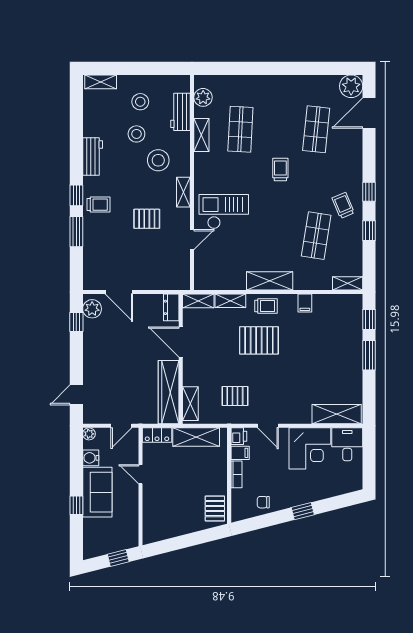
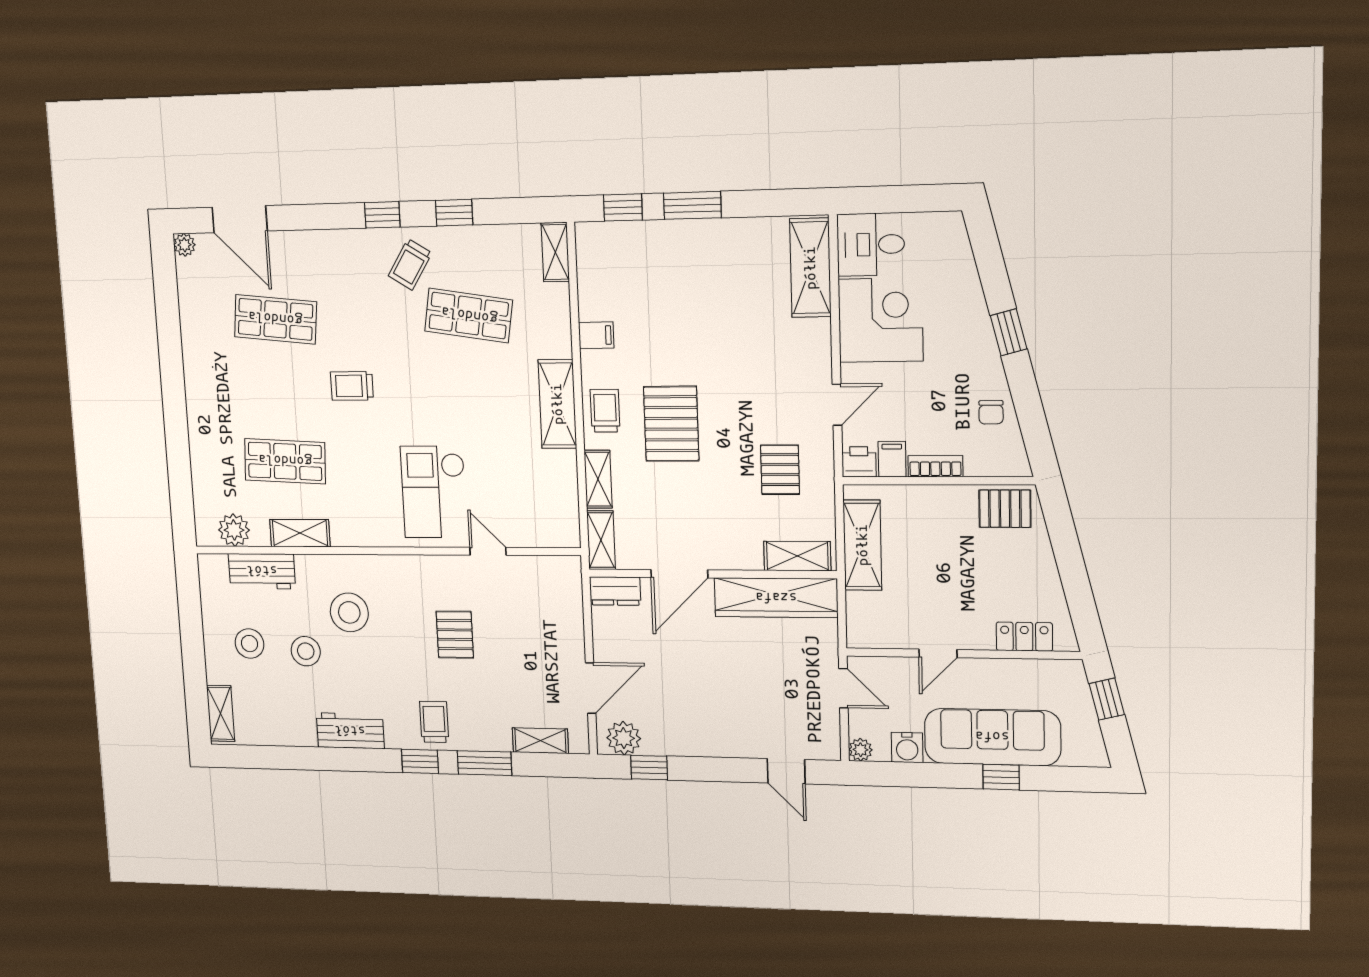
plant: (351, 86) -> (184, 245), width x0.53, depth x0.53
shelving: (183, 192) -> (540, 741), moved
trolley: (343, 205) -> (410, 264), turned -35
locker: (157, 435) -> (1024, 637), moved, turned -90
sofa: (97, 492) -> (992, 737), width x1.36

